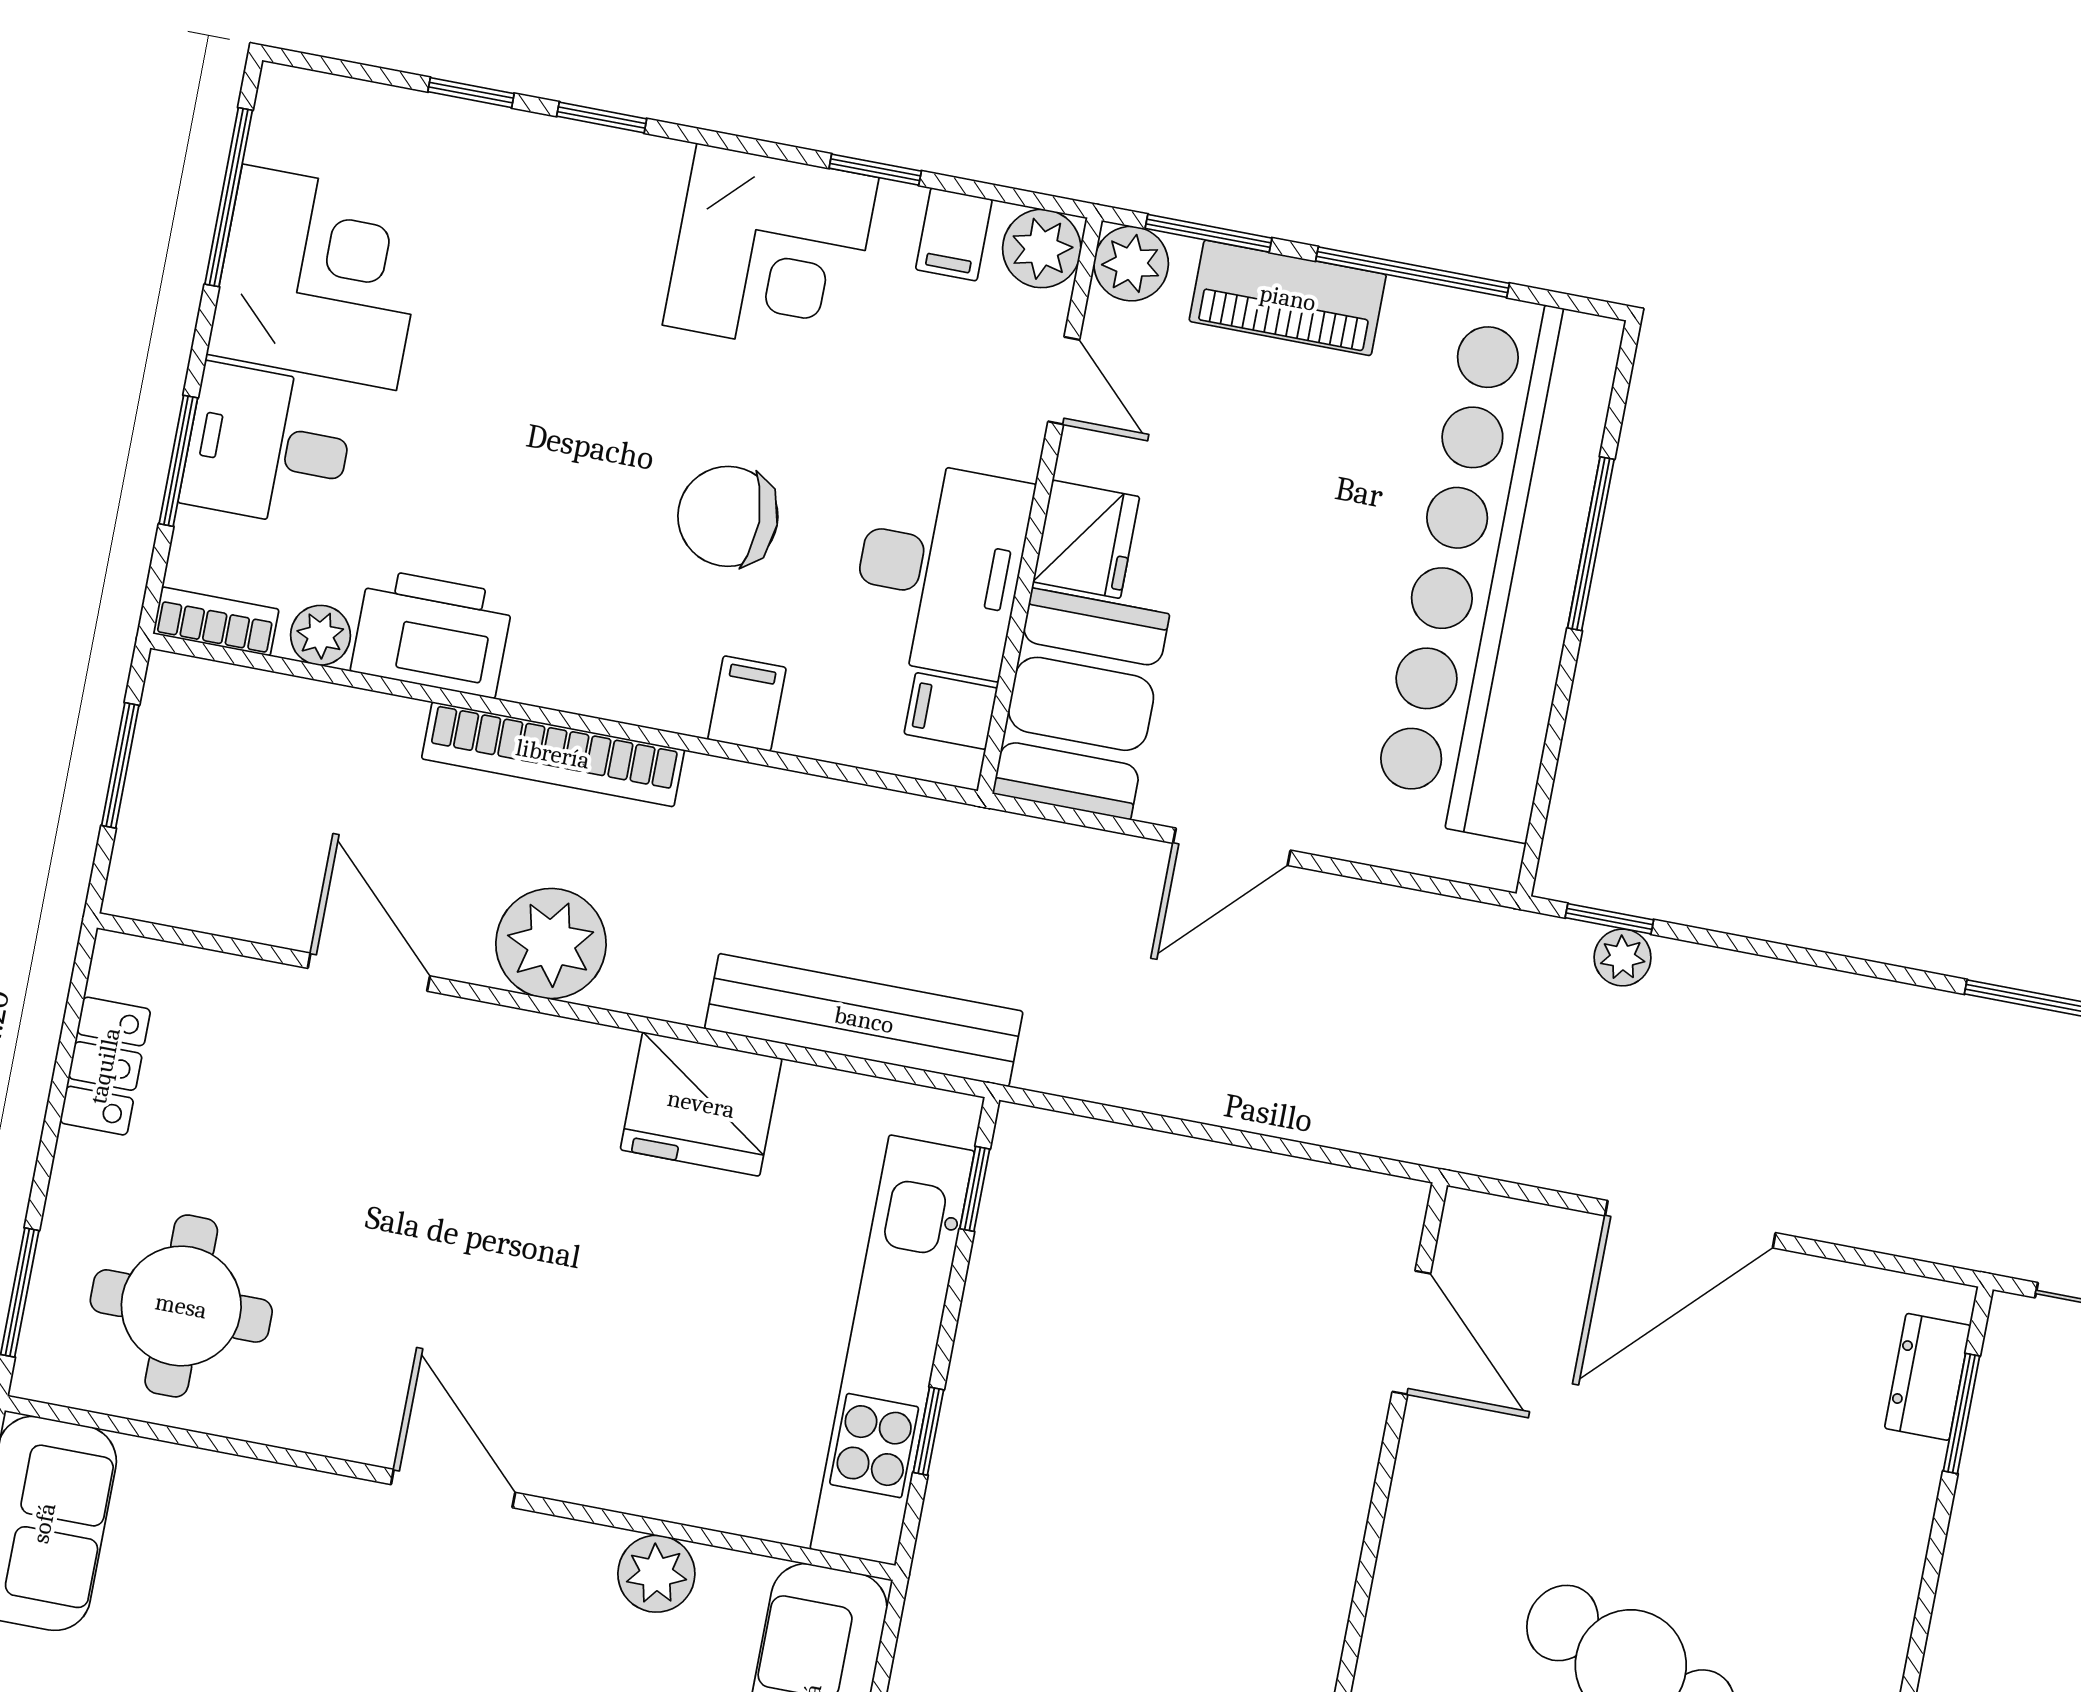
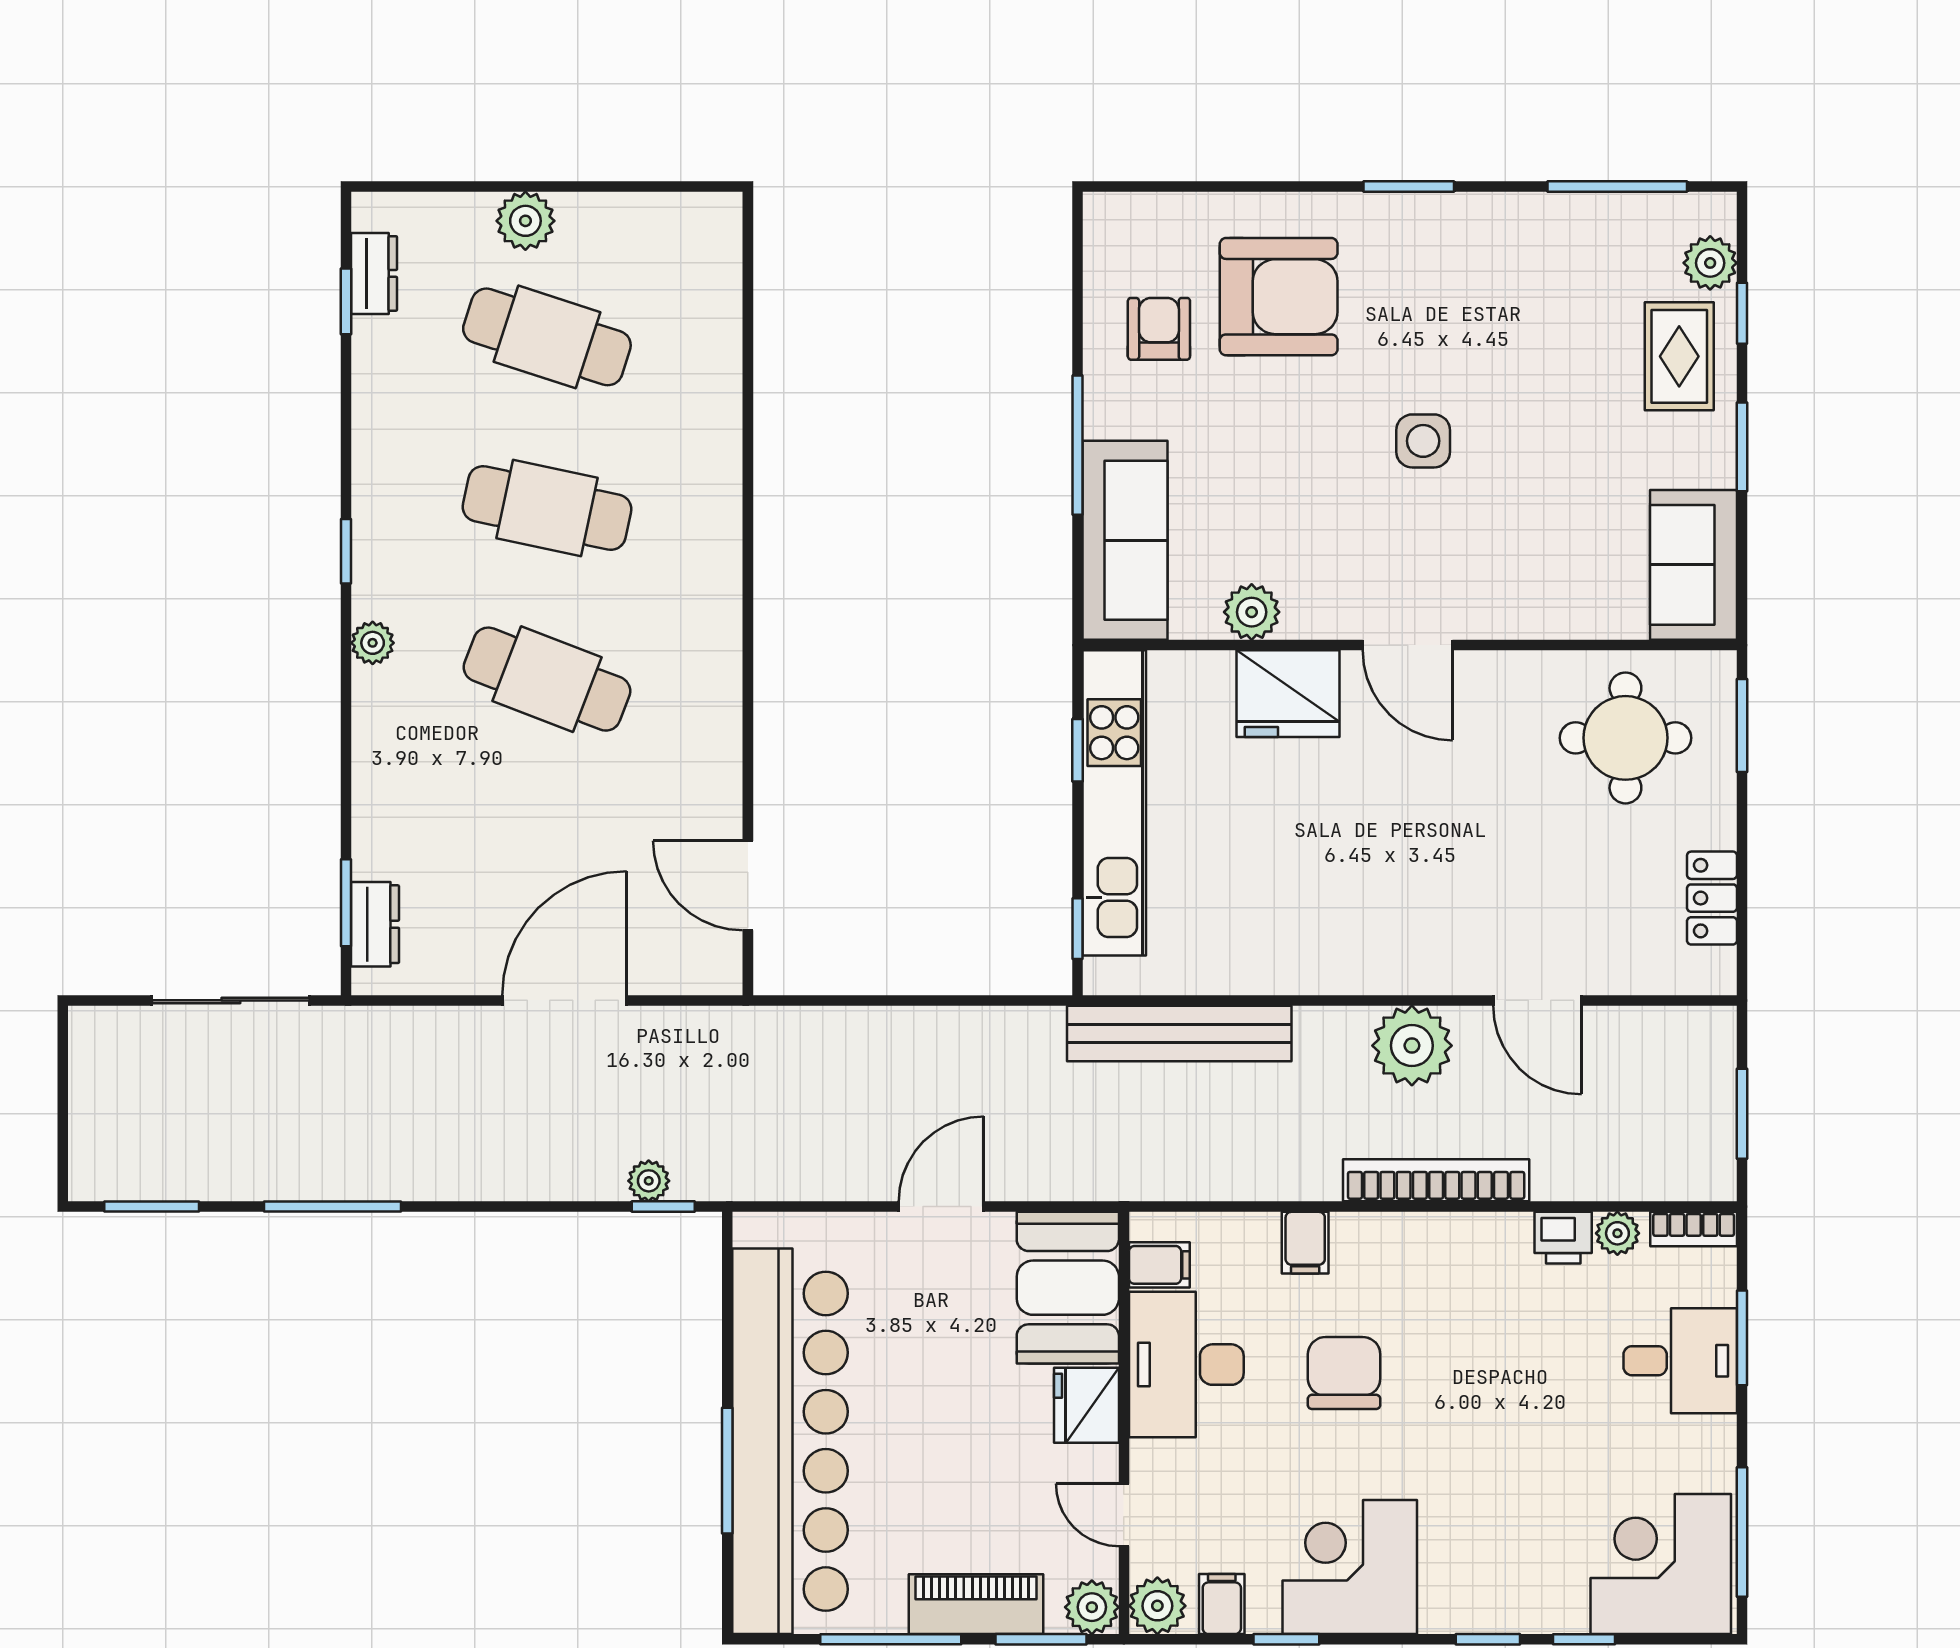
corner desk: (319, 277) -> (1661, 1564), moved, turned 90
chair: (728, 516) -> (1344, 1373), turned -89
printer: (432, 633) -> (1563, 1238), width x0.53, depth x0.68
fridge: (701, 1104) -> (1288, 694), moved, turned 180

